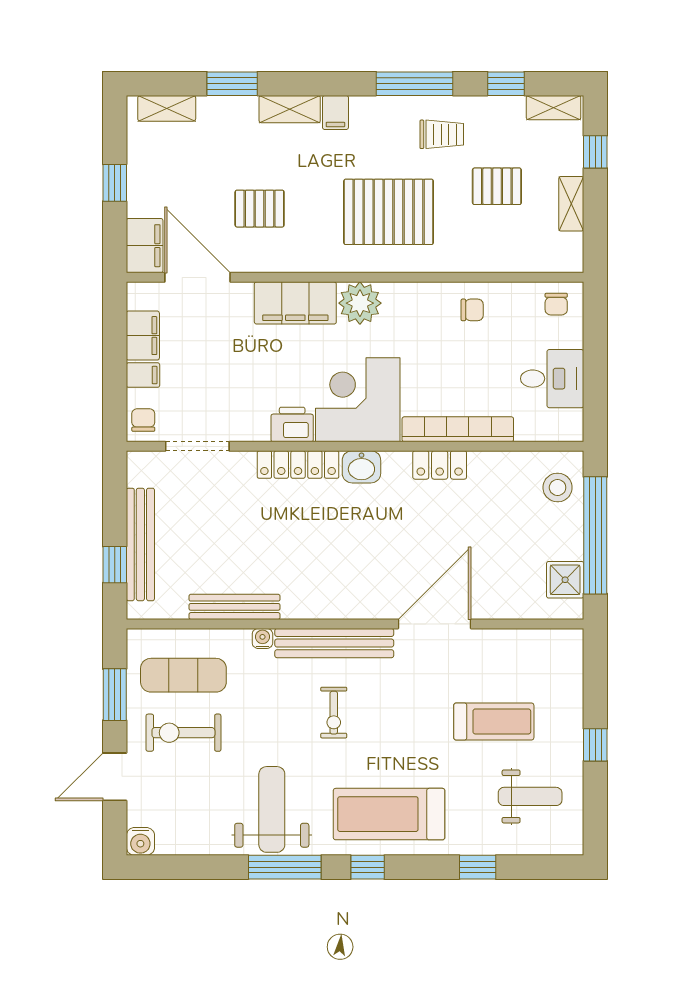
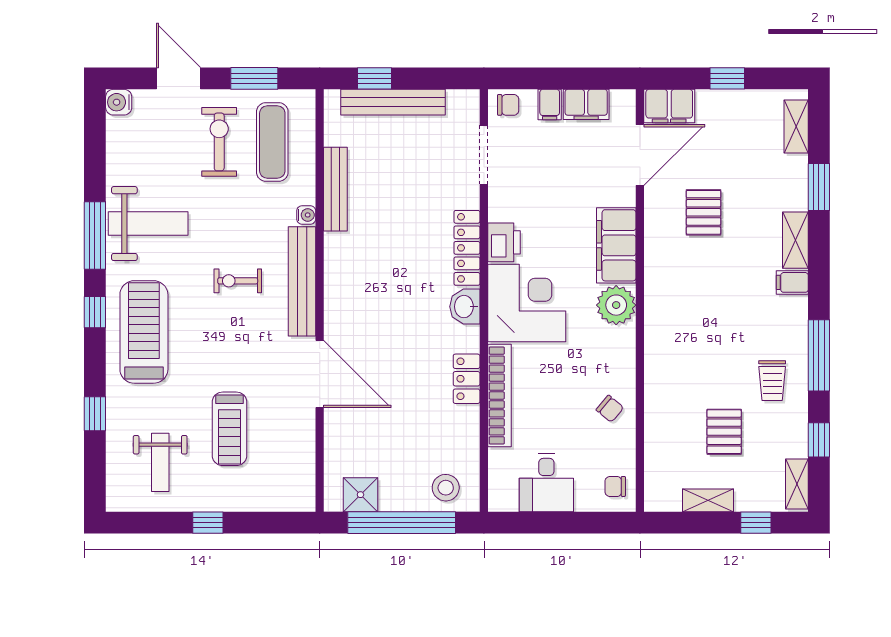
pallet: (389, 212) -> (700, 332), removed
chair: (472, 310) -> (610, 409), turned -50

